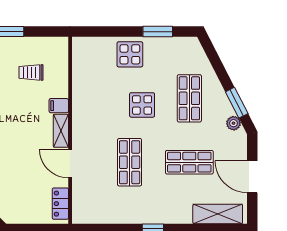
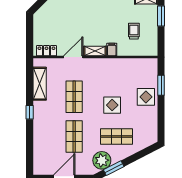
window: (158, 32) -> (161, 85), moved
plant: (234, 123) -> (102, 160), width x1.88, depth x1.88
shop shelf: (130, 162) -> (74, 97), turned 90
shelving: (218, 214) -> (40, 84), moved

